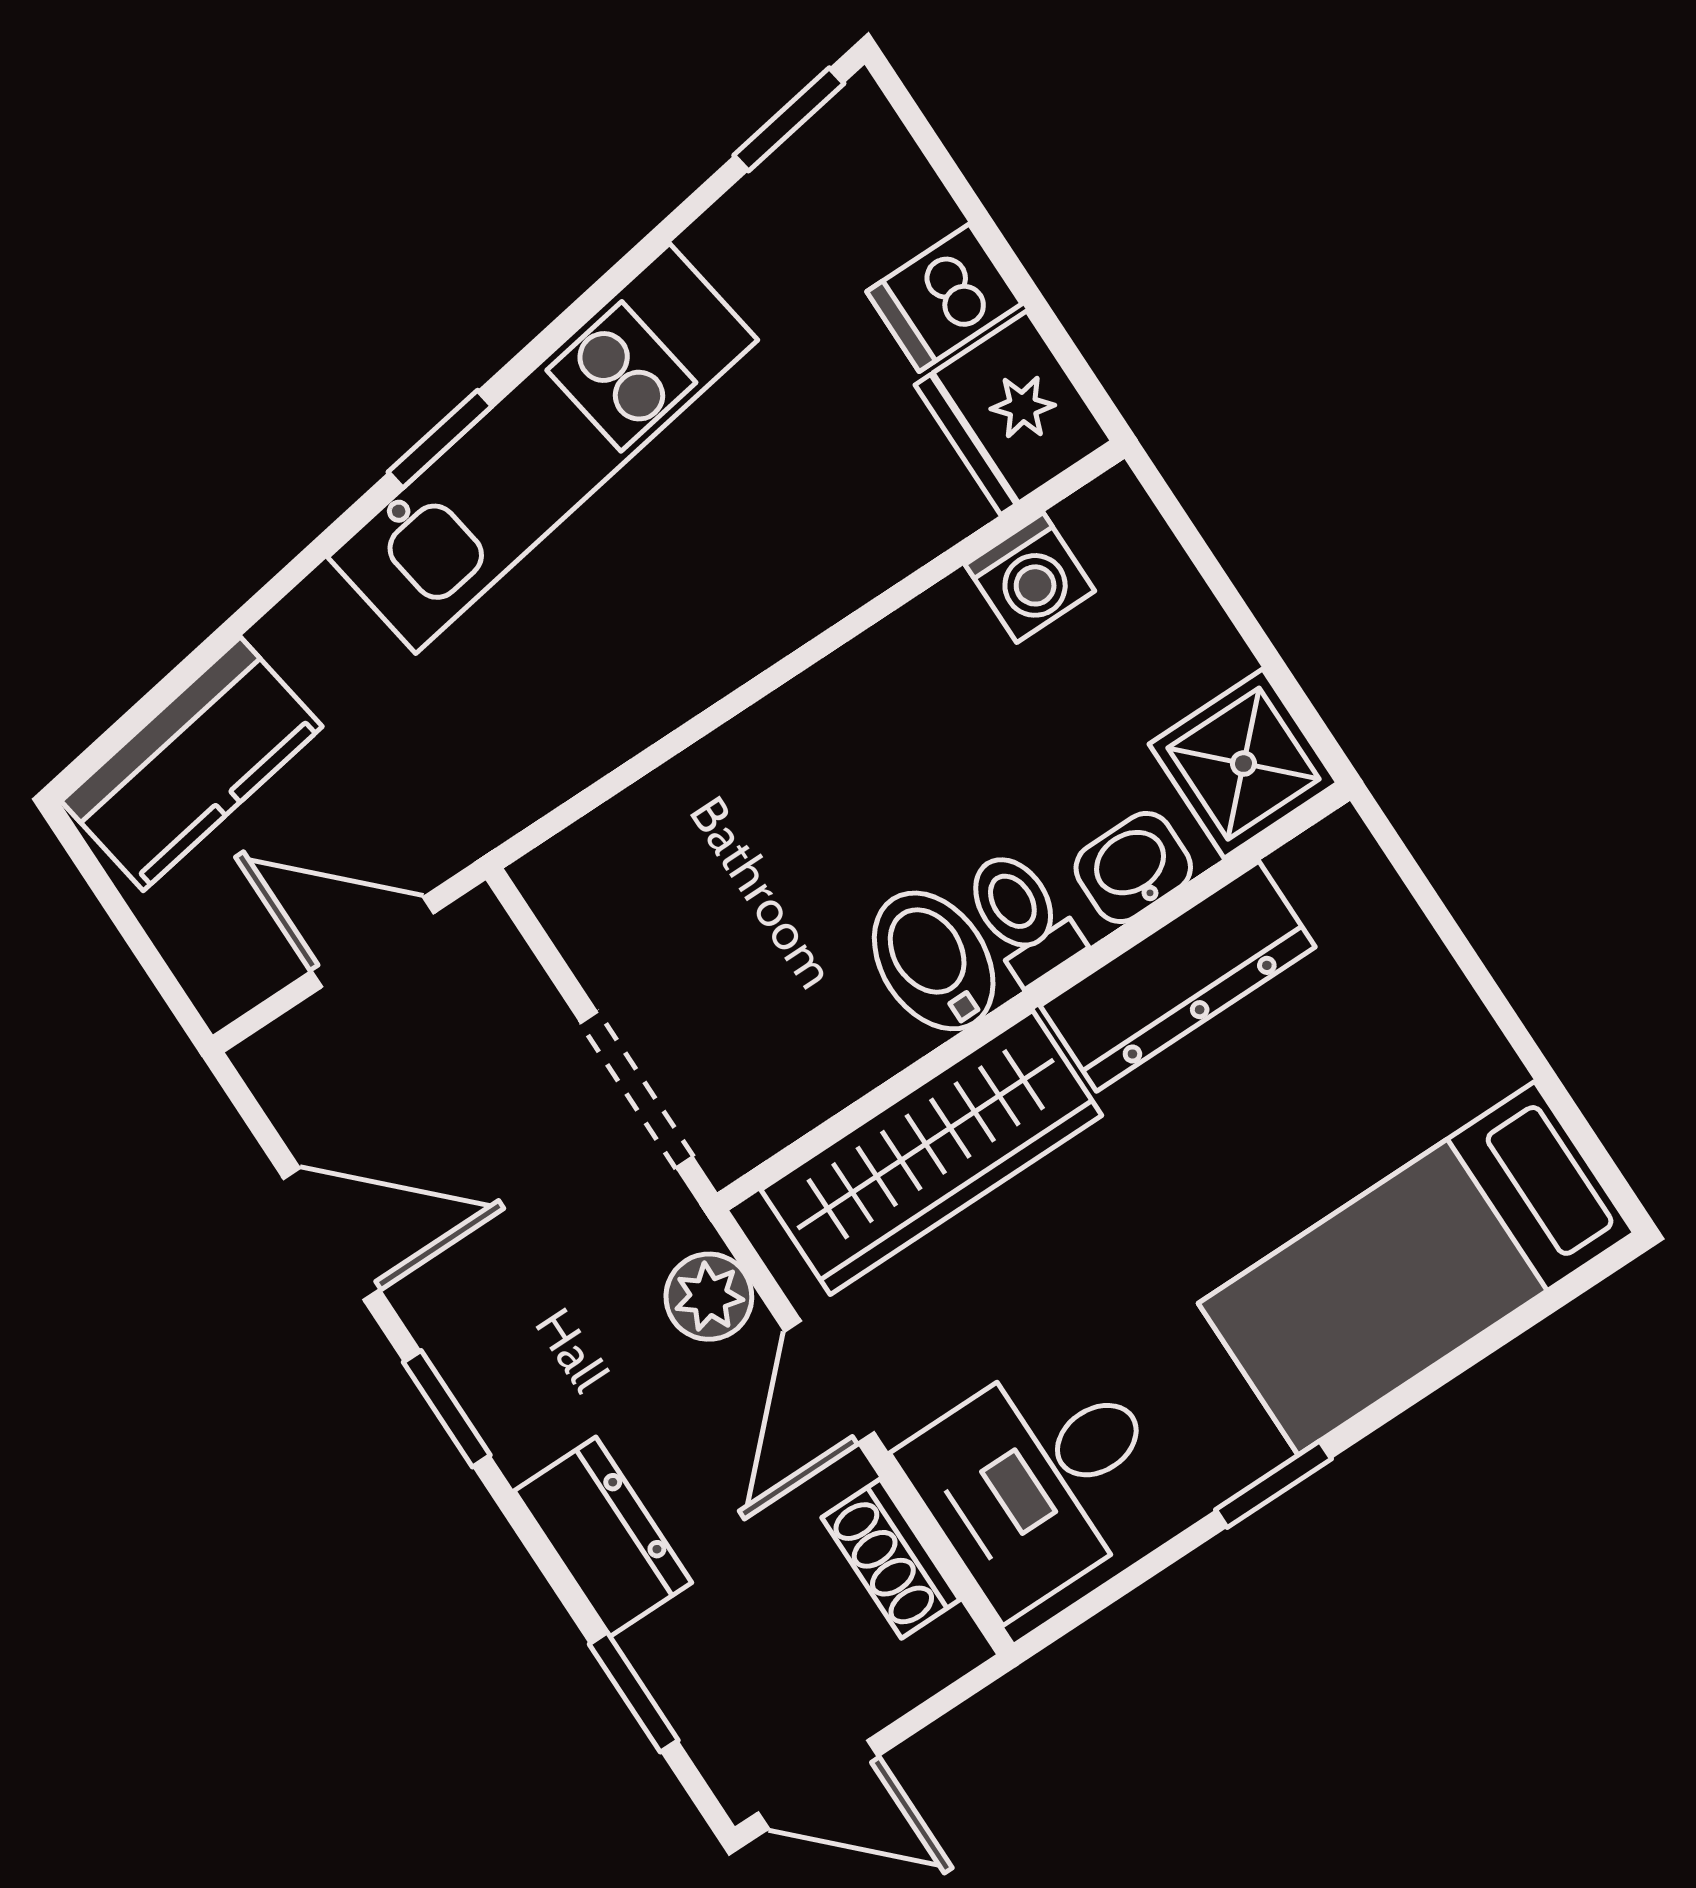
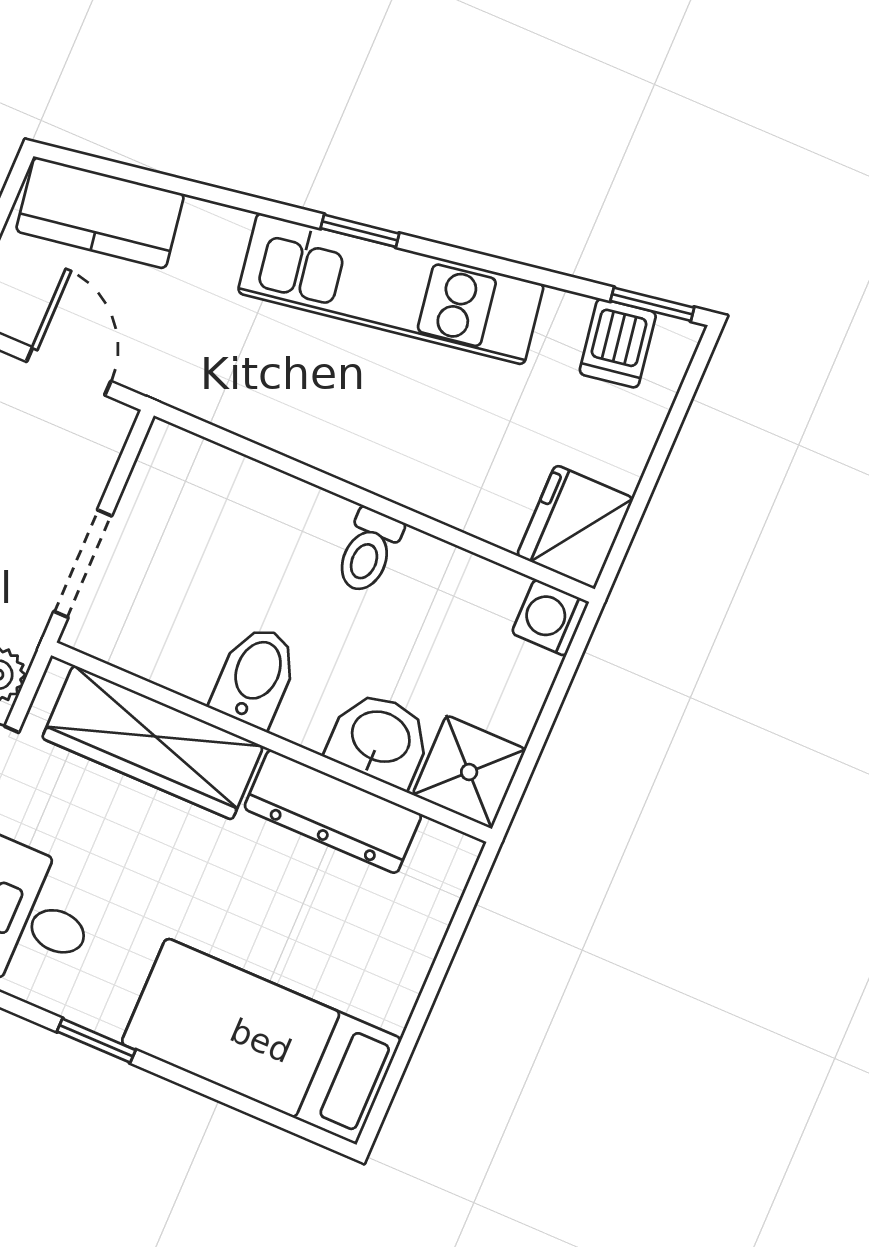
dishwasher: (944, 298) -> (618, 343), moved, turned -99
washing machine: (1030, 578) -> (550, 618), moved, turned 90
washbasin: (1133, 868) -> (380, 739), width x1.38, depth x1.45
toilet: (1022, 916) -> (368, 551), moved, turned 180

